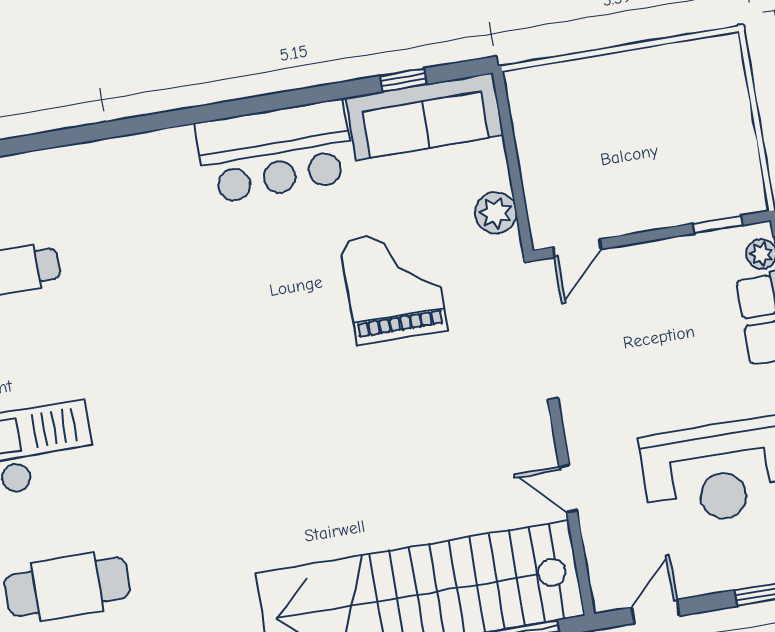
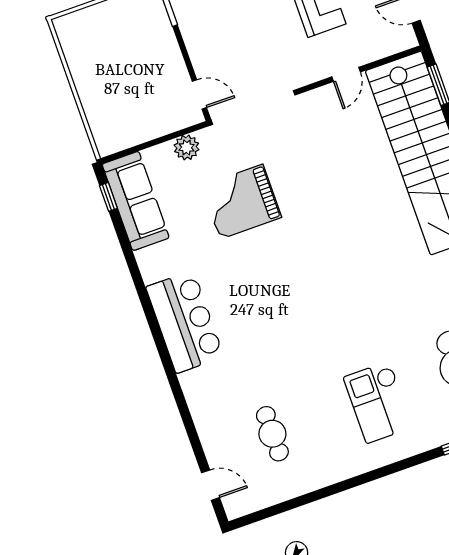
window: (403, 80) -> (108, 197), moved
bar counter: (275, 152) -> (185, 322), moved

